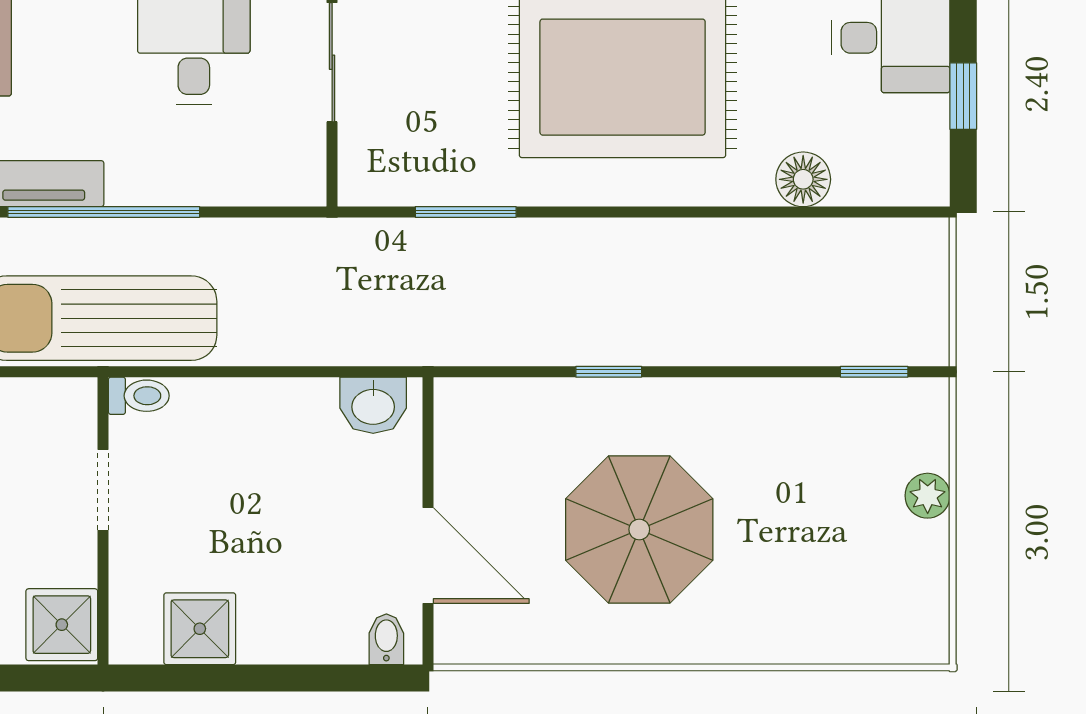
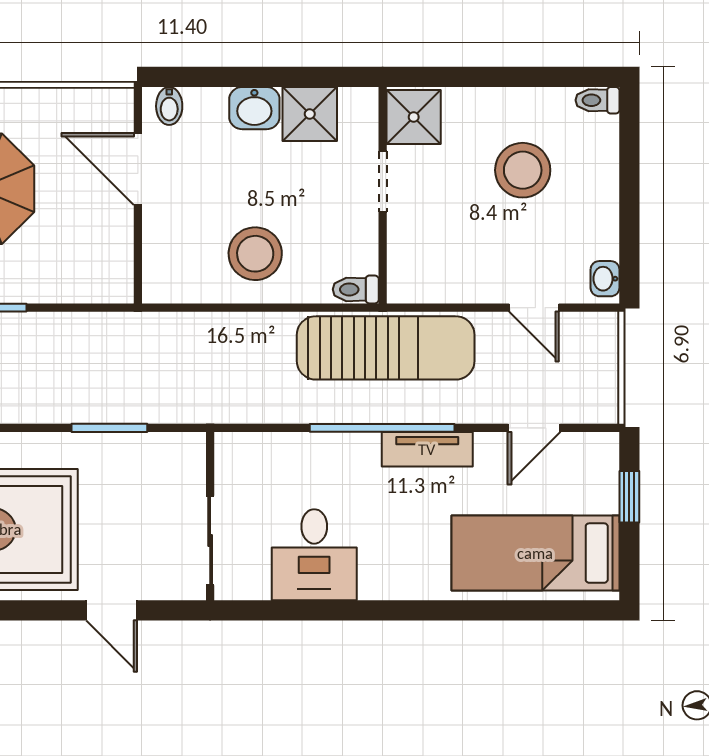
washbasin: (373, 405) -> (254, 108), moved, turned 180
stool: (272, 443) -> (255, 254), added
doorway: (103, 490) -> (383, 182), moved

